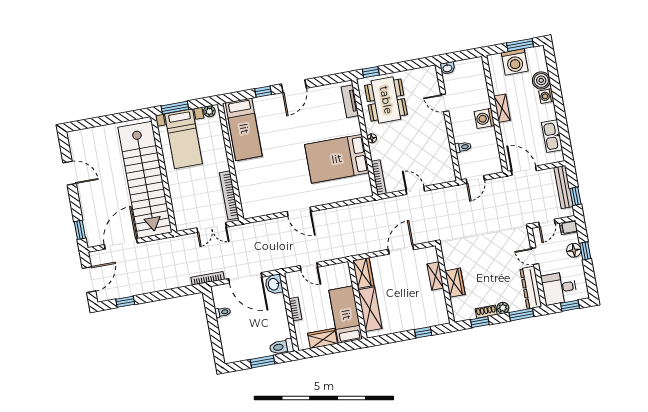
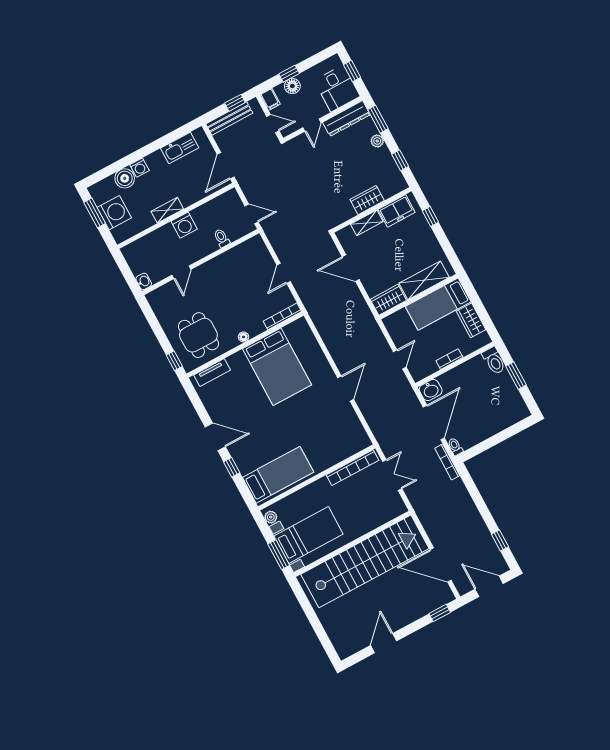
dining table: (386, 100) -> (198, 335), width x0.73
freezer: (437, 305) -> (397, 211), added
toilet: (223, 312) -> (455, 447), moved
shoe rack: (486, 312) -> (387, 157), removed

